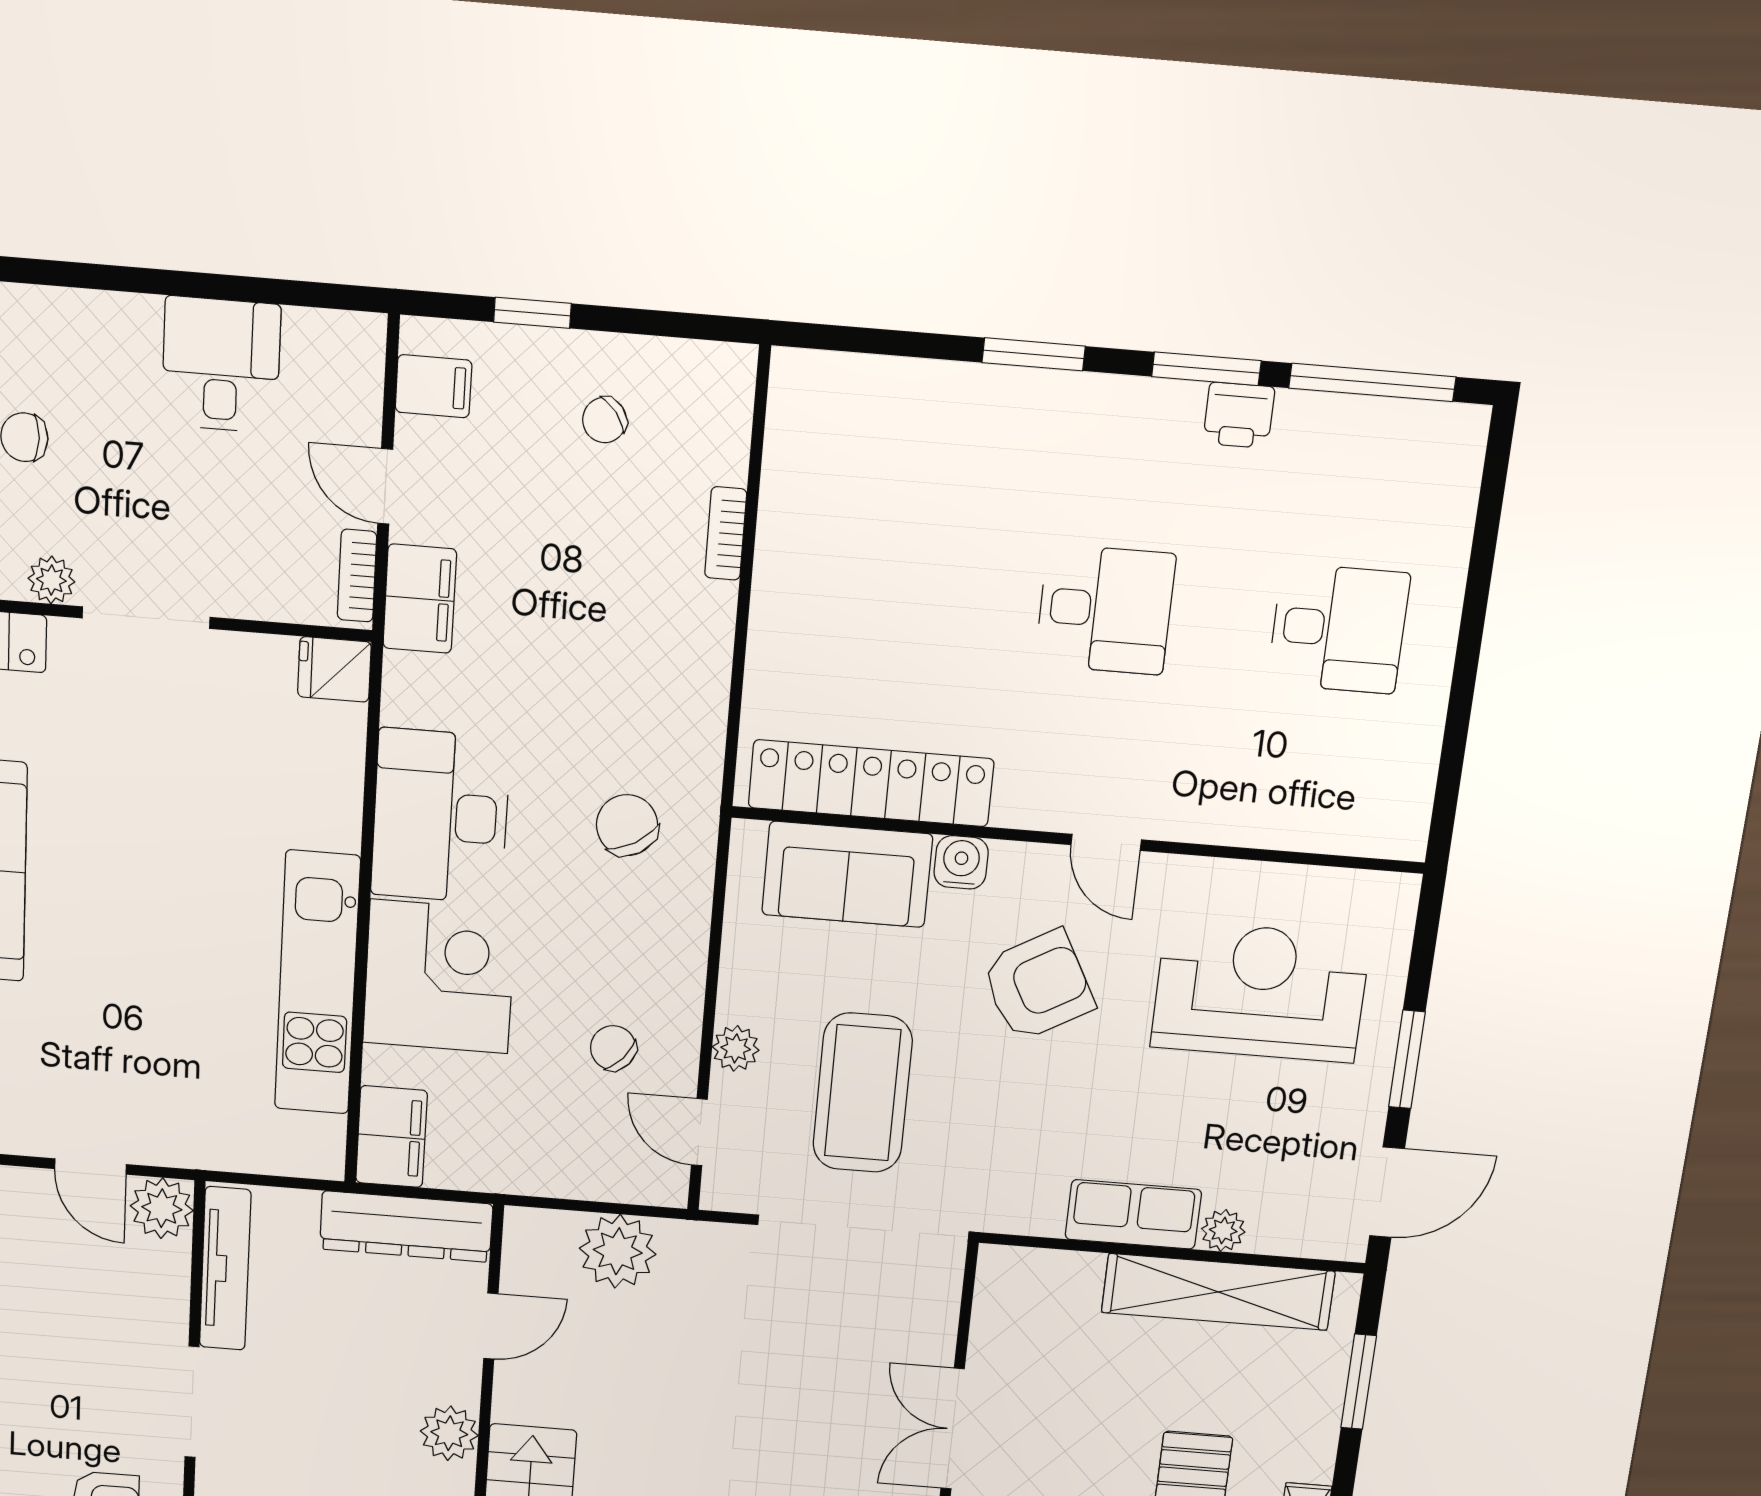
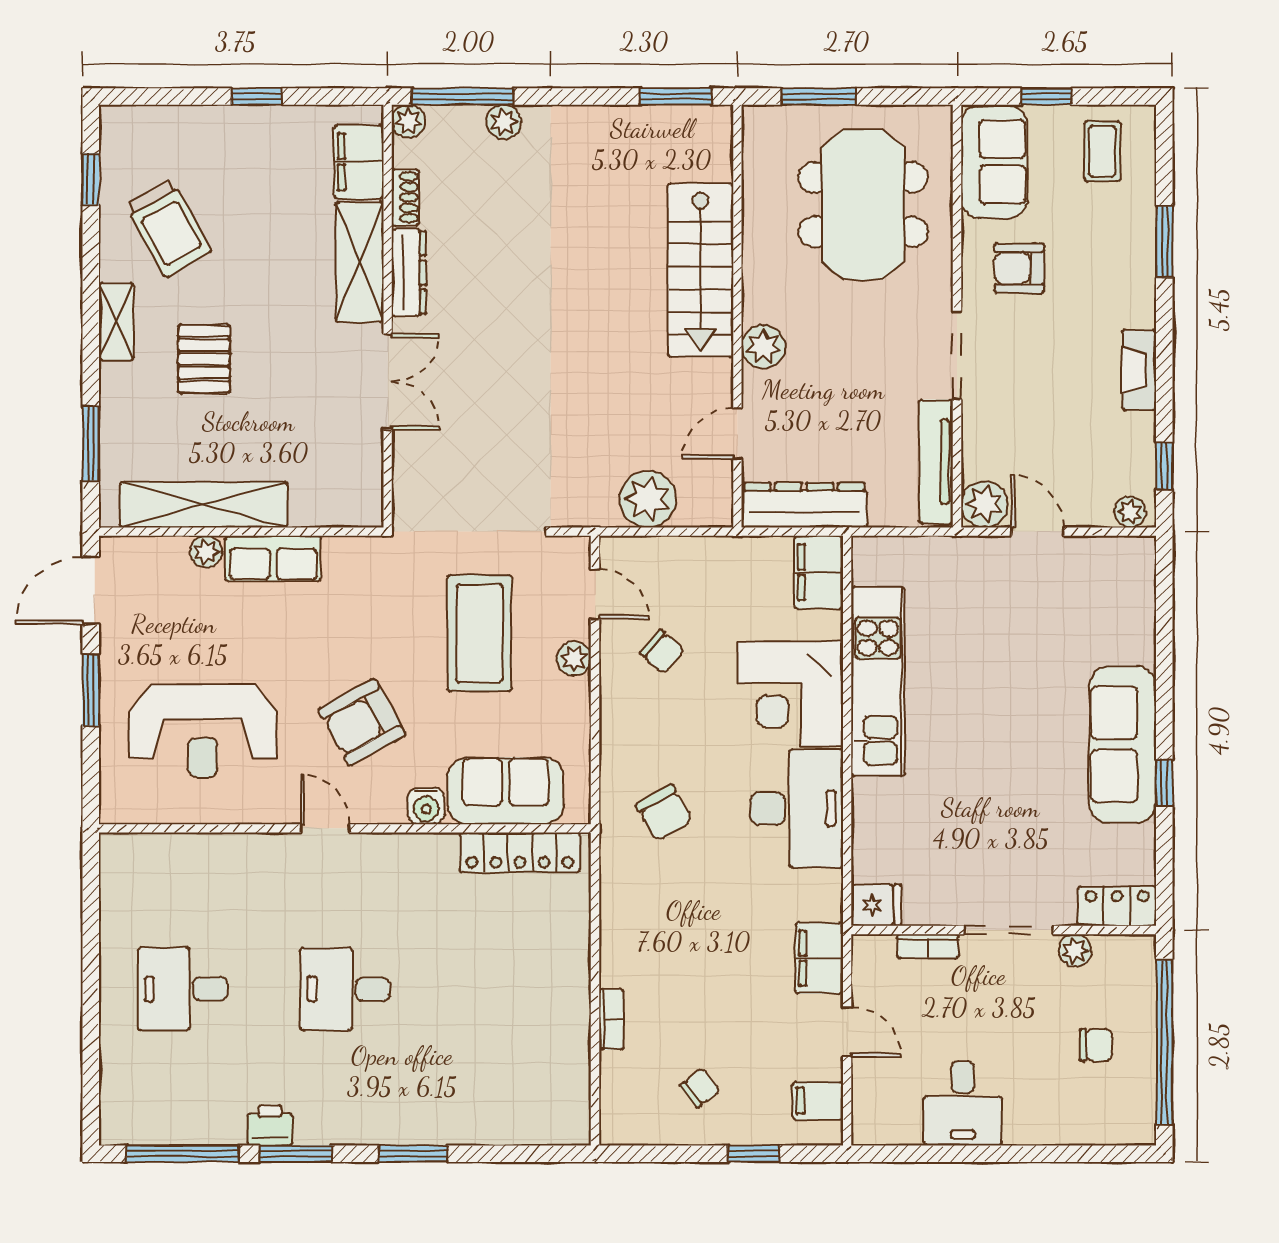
bookcase: (357, 576) -> (928, 946), moved, turned 90
locker: (871, 783) -> (520, 852), width x0.71, depth x0.83

